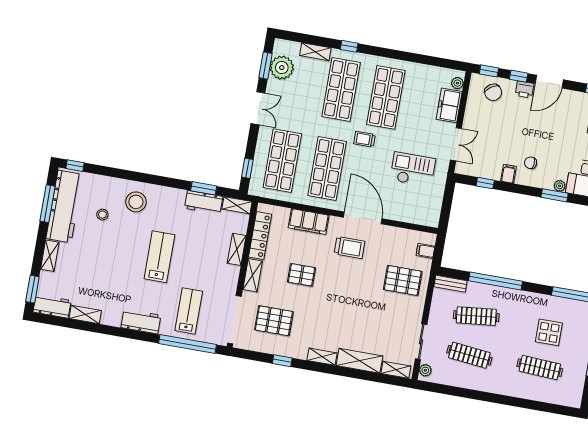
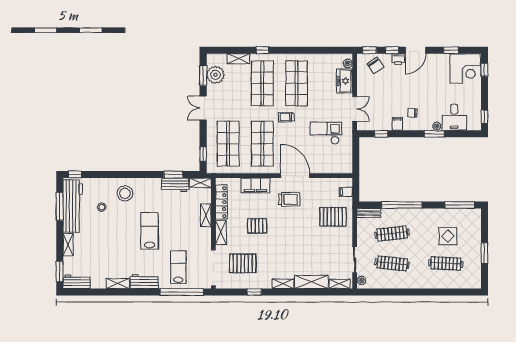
double door: (258, 108) -> (203, 108), swing flipped
shelving: (85, 314) -> (118, 283), moved

